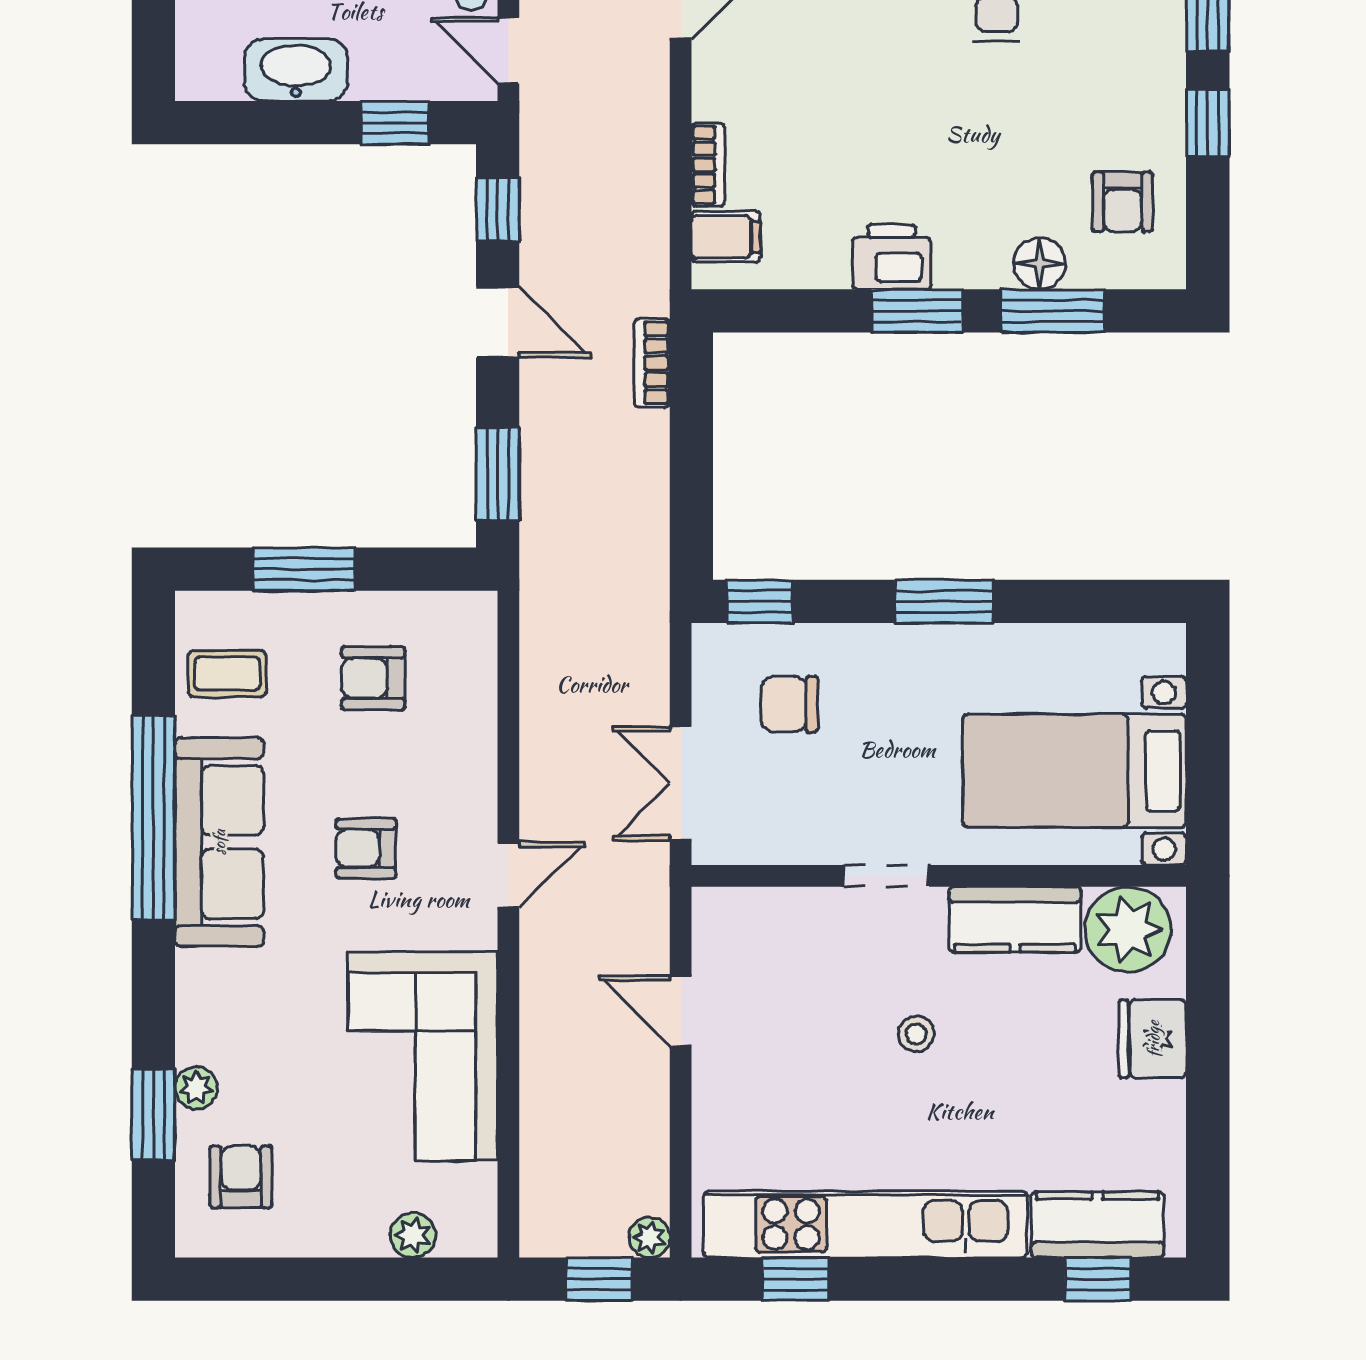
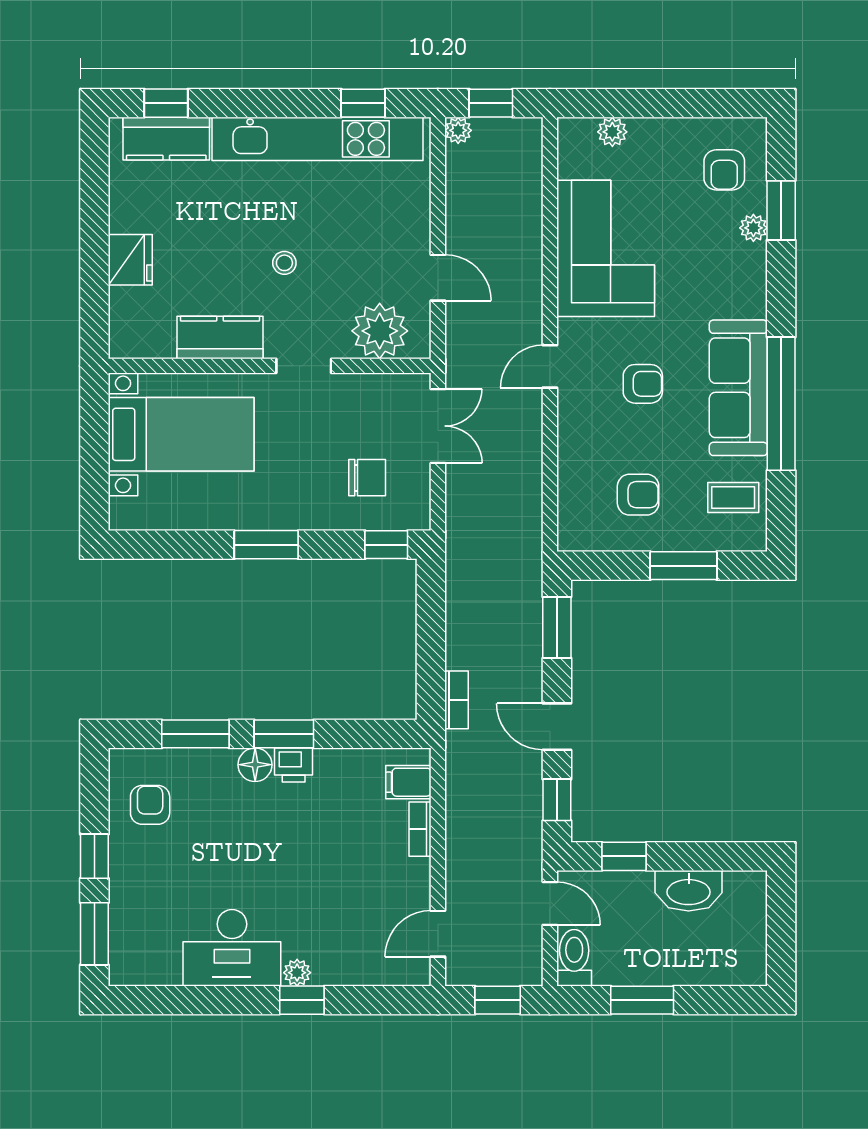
printer: (892, 257) -> (294, 765), width x0.73, depth x0.81
floor lamp: (1039, 264) -> (255, 765), moved
plant: (1128, 929) -> (380, 331), moved

